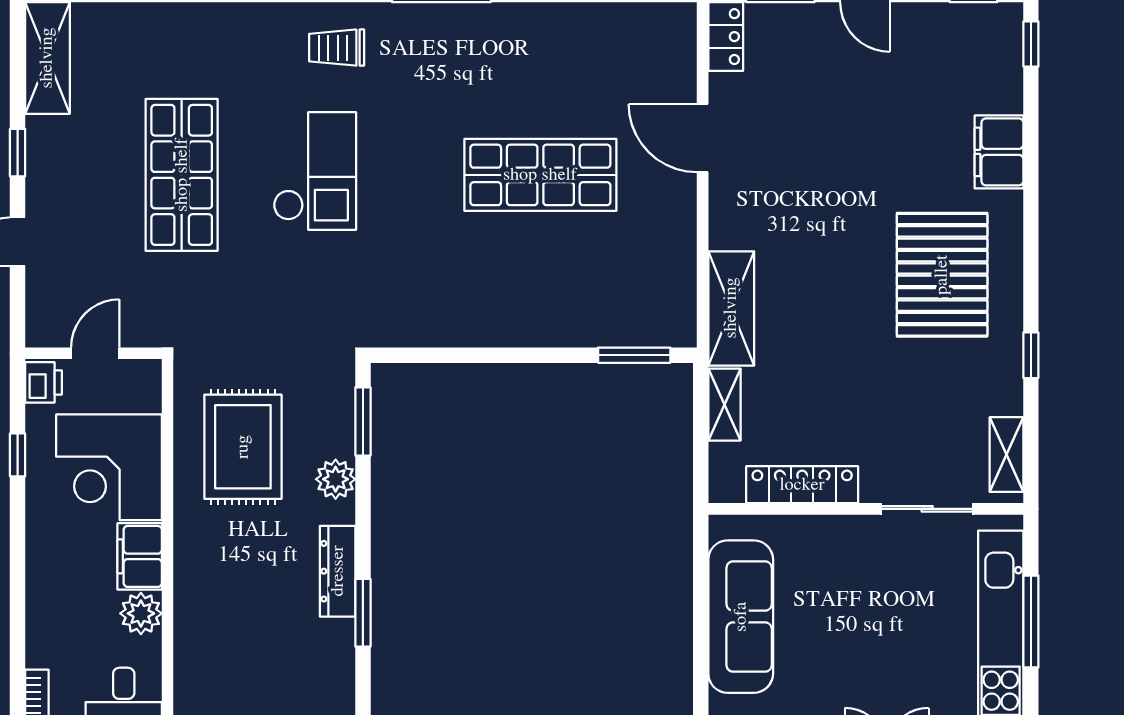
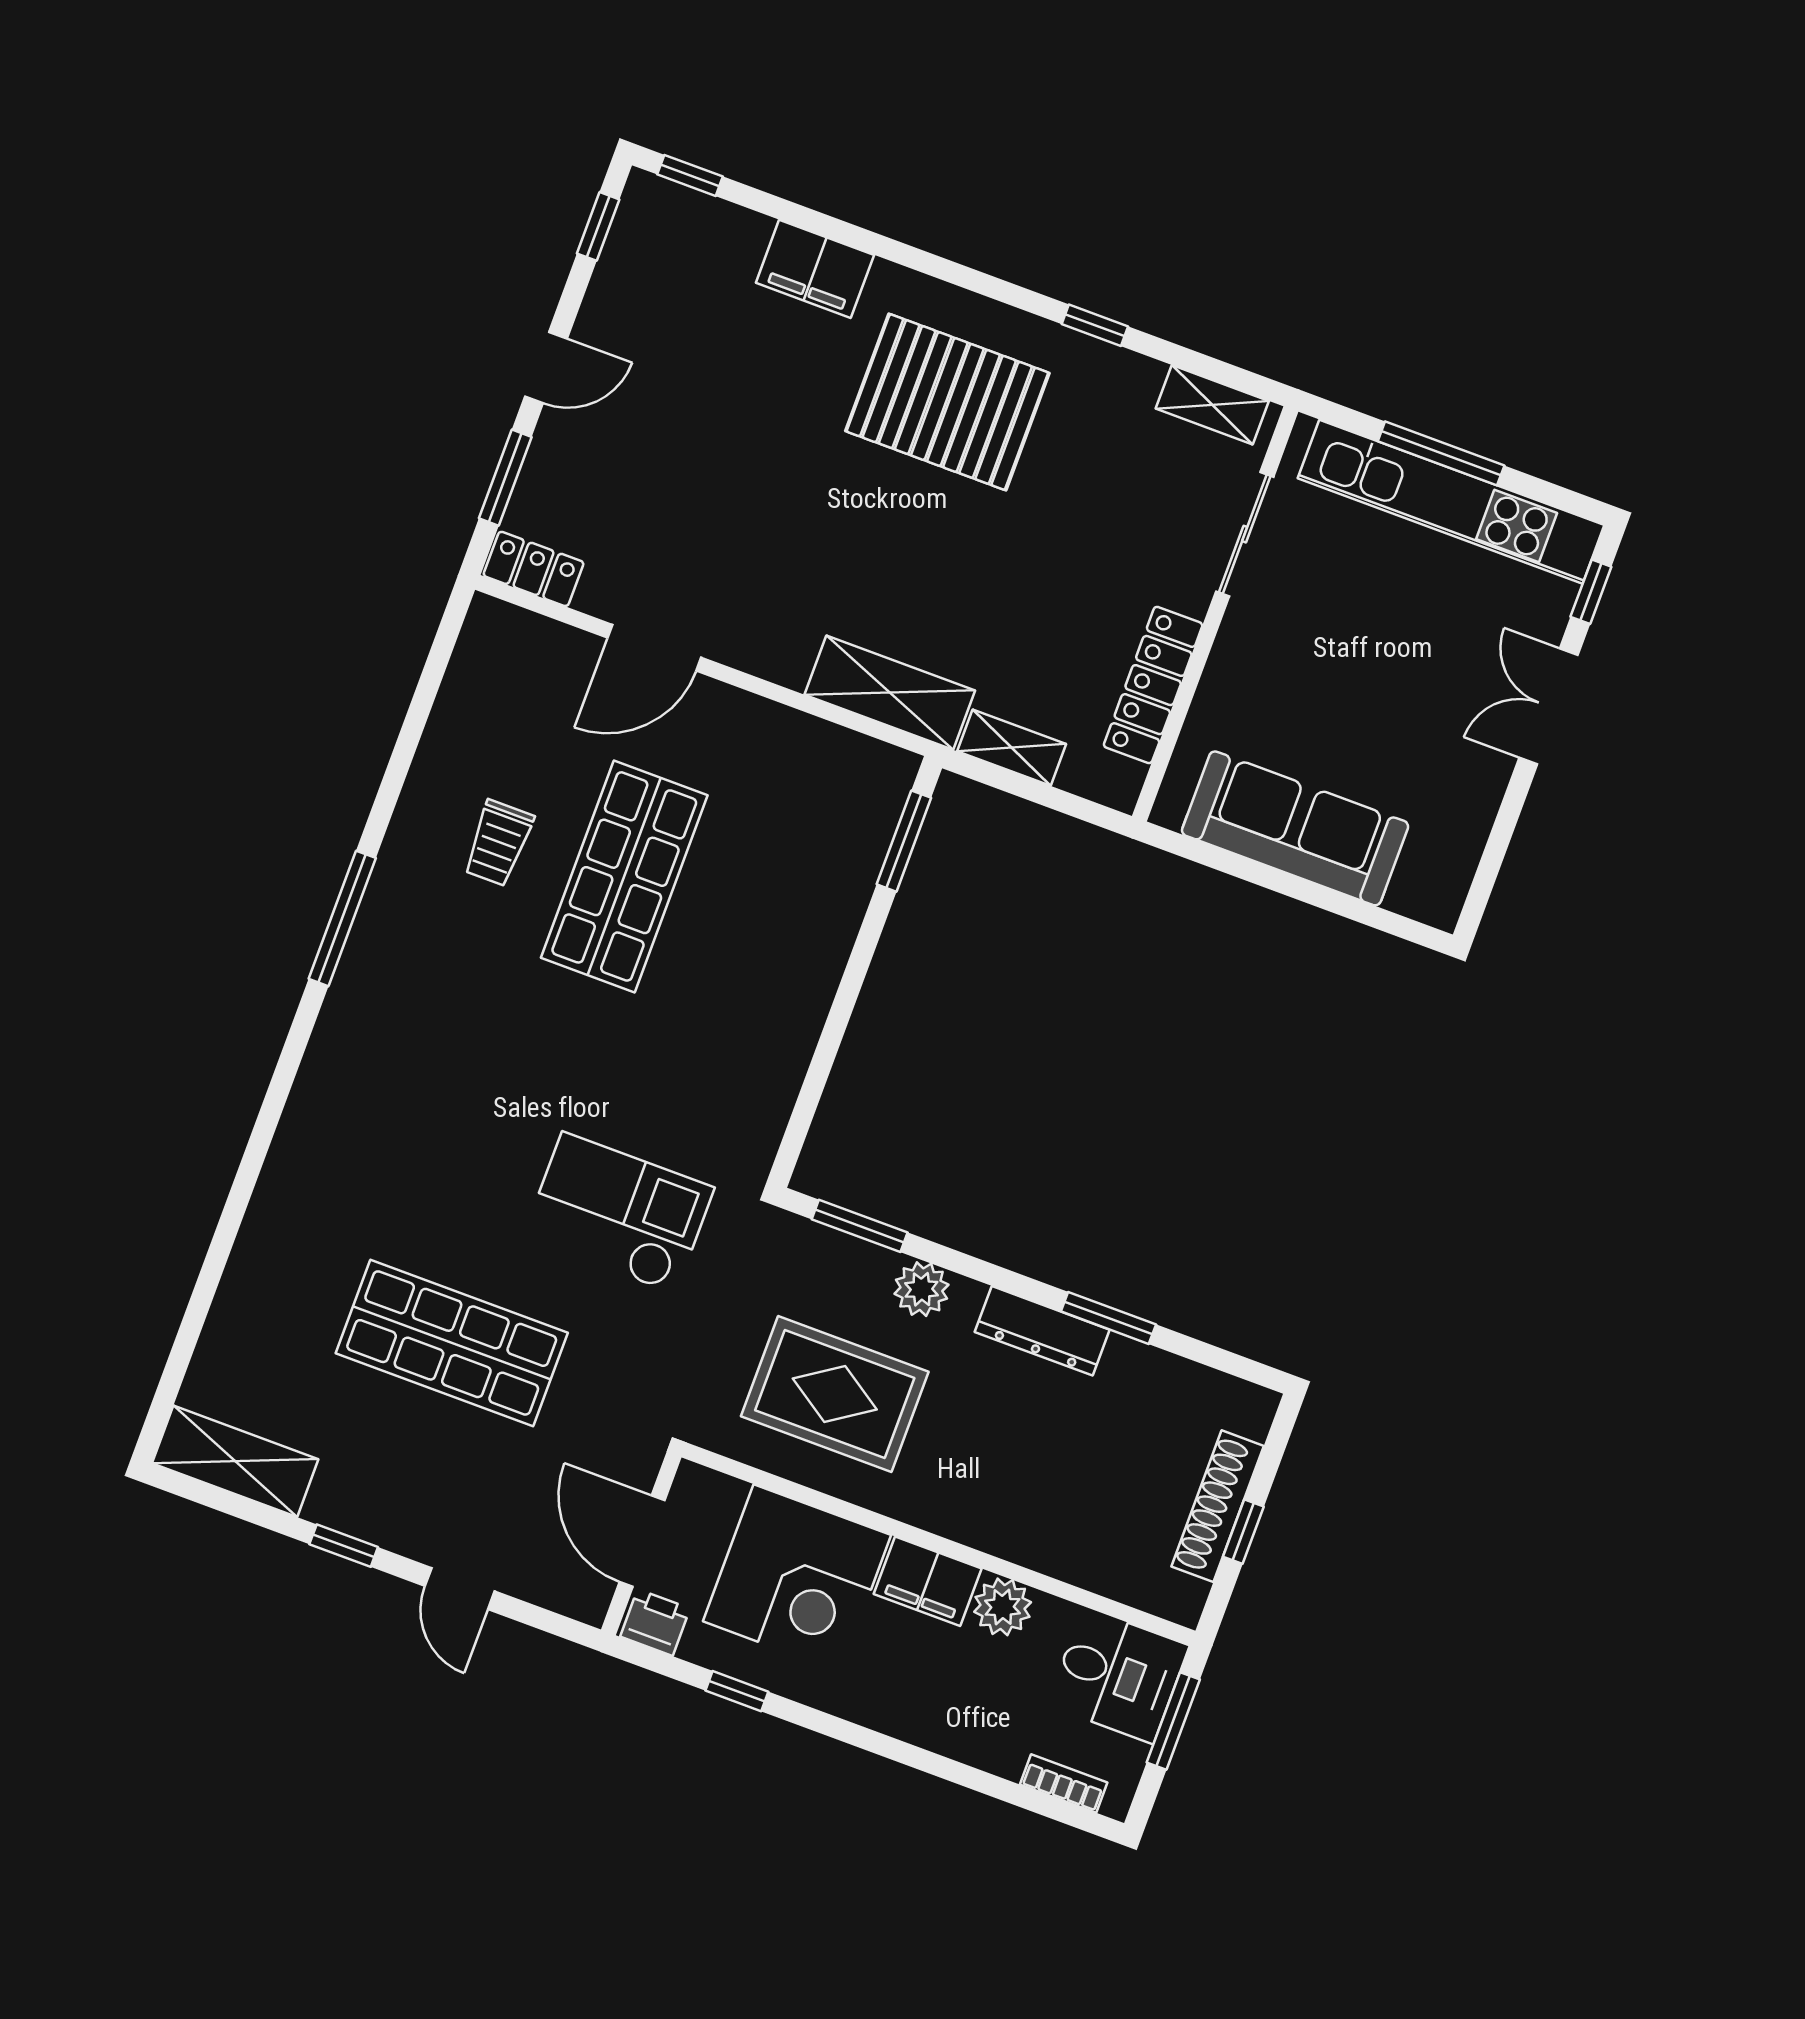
trolley: (337, 48) -> (498, 843), moved
checkout: (315, 171) -> (619, 1213), moved
door: (95, 353) -> (642, 1541), width x1.38

